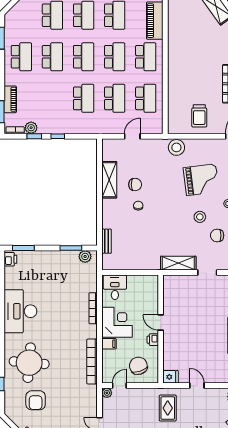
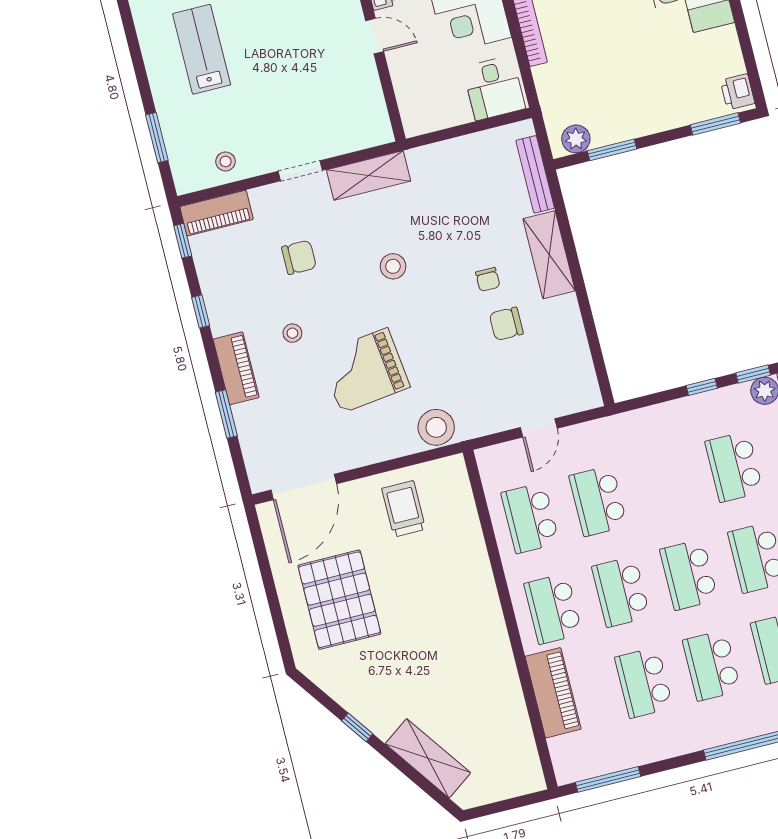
school desk: (84, 98) -> (734, 467), moved
shelving: (109, 180) -> (549, 255), moved
stool: (200, 217) -> (393, 266), moved
bench: (106, 241) -> (535, 174), width x1.36

